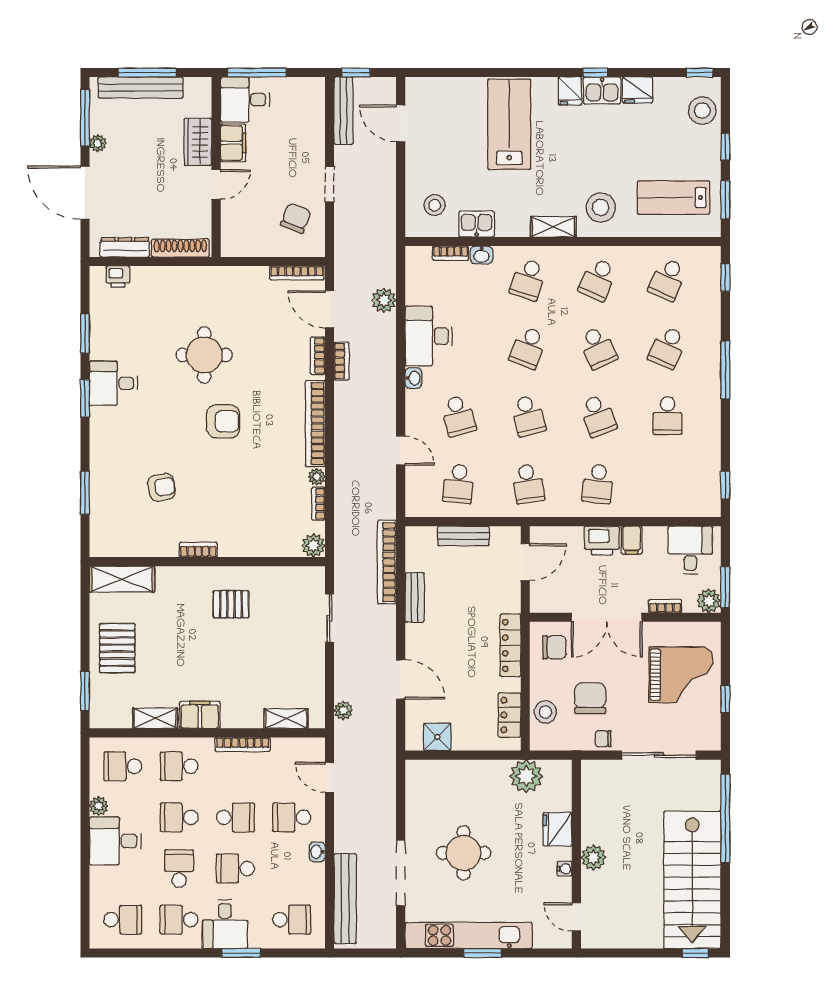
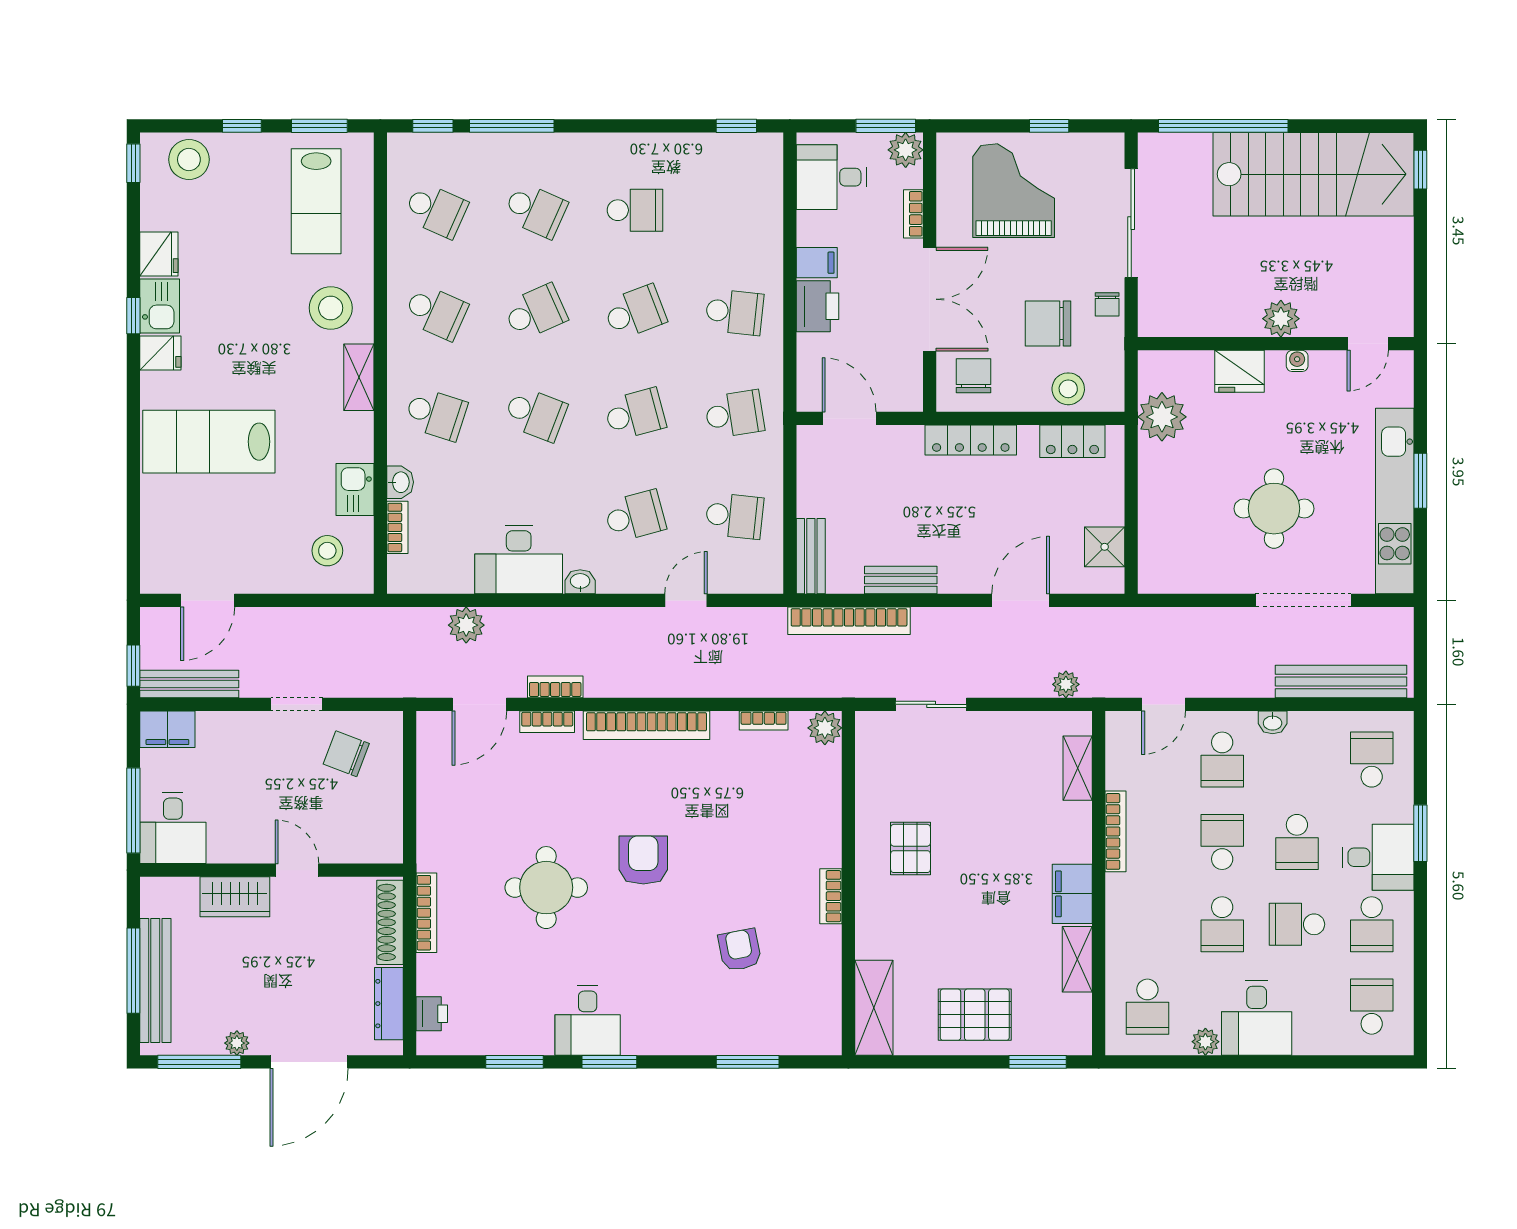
filing cabinet: (233, 143) -> (167, 729), moved, turned 180
bookcase: (297, 273) -> (426, 913), moved
window: (725, 370) -> (512, 126), moved
plant: (317, 477) -> (724, 723), removed
bench: (463, 536) -> (811, 556), moved
school desk: (179, 766) -> (1147, 924), removed

